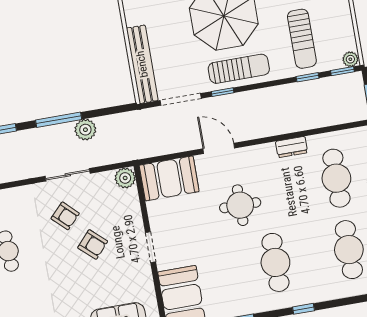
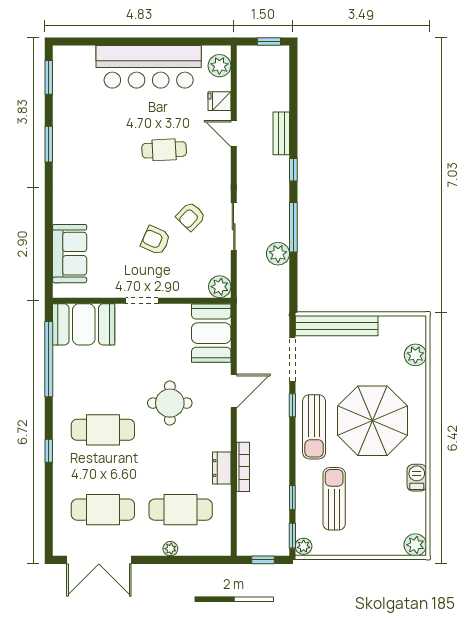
sun lounger: (302, 39) -> (334, 499), turned 90
bookcase: (287, 128) -> (243, 467), added
armchair: (93, 244) -> (156, 240), turned 72

